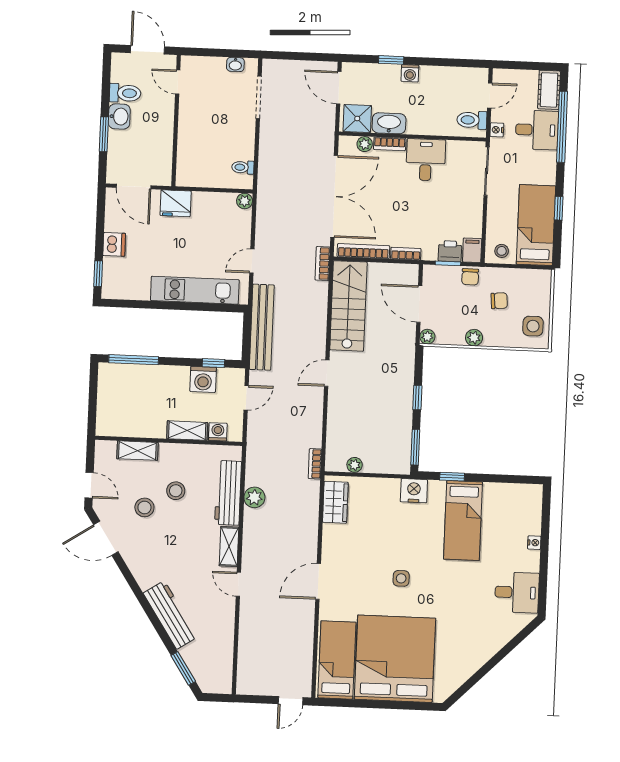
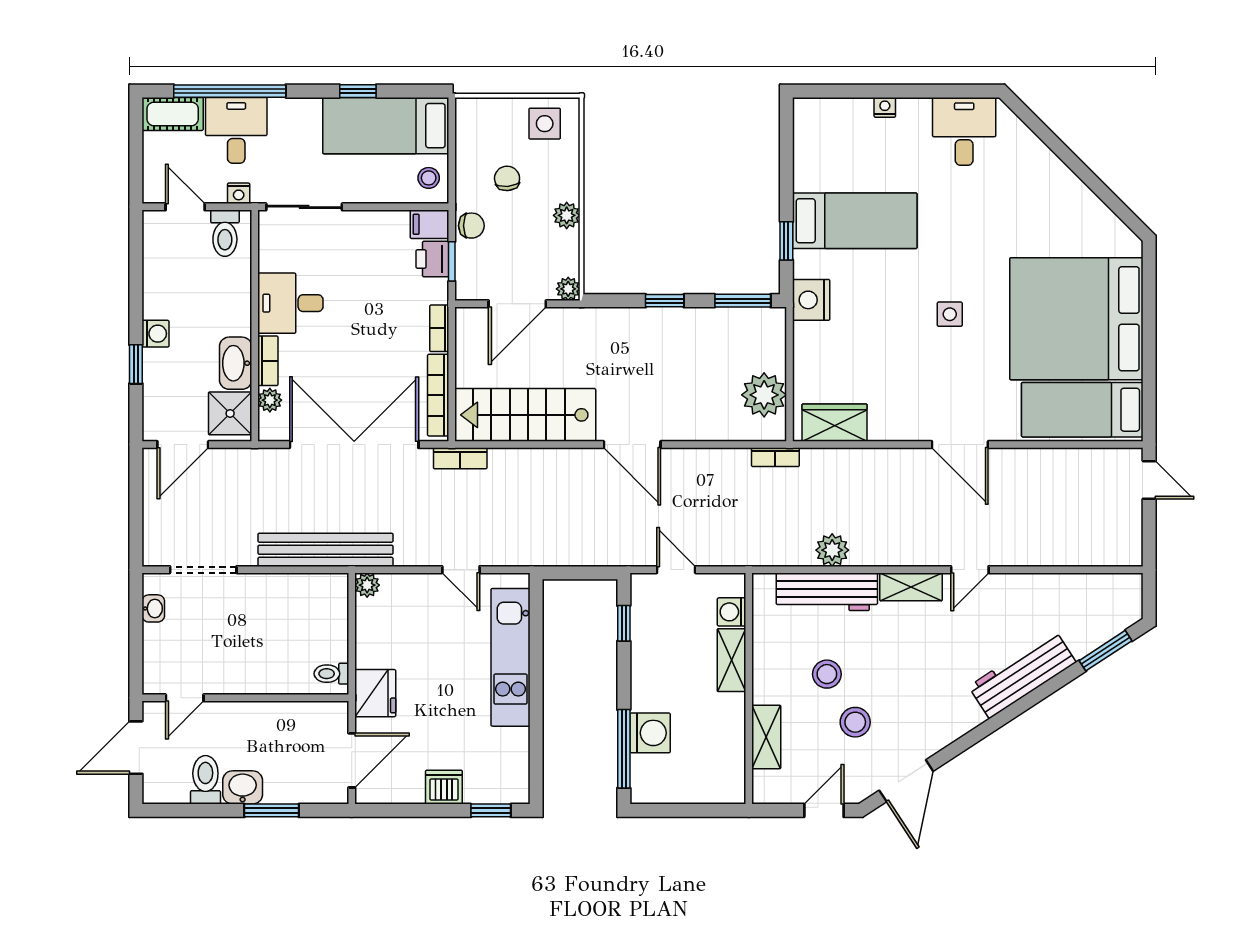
toilet: (243, 167) -> (331, 674), moved, turned 90
bench: (262, 327) -> (326, 550), moved
door: (327, 373) -> (632, 445), width x1.38
washing machine: (203, 379) -> (650, 733), moved
plant: (355, 465) -> (764, 395), width x1.87, depth x1.87

